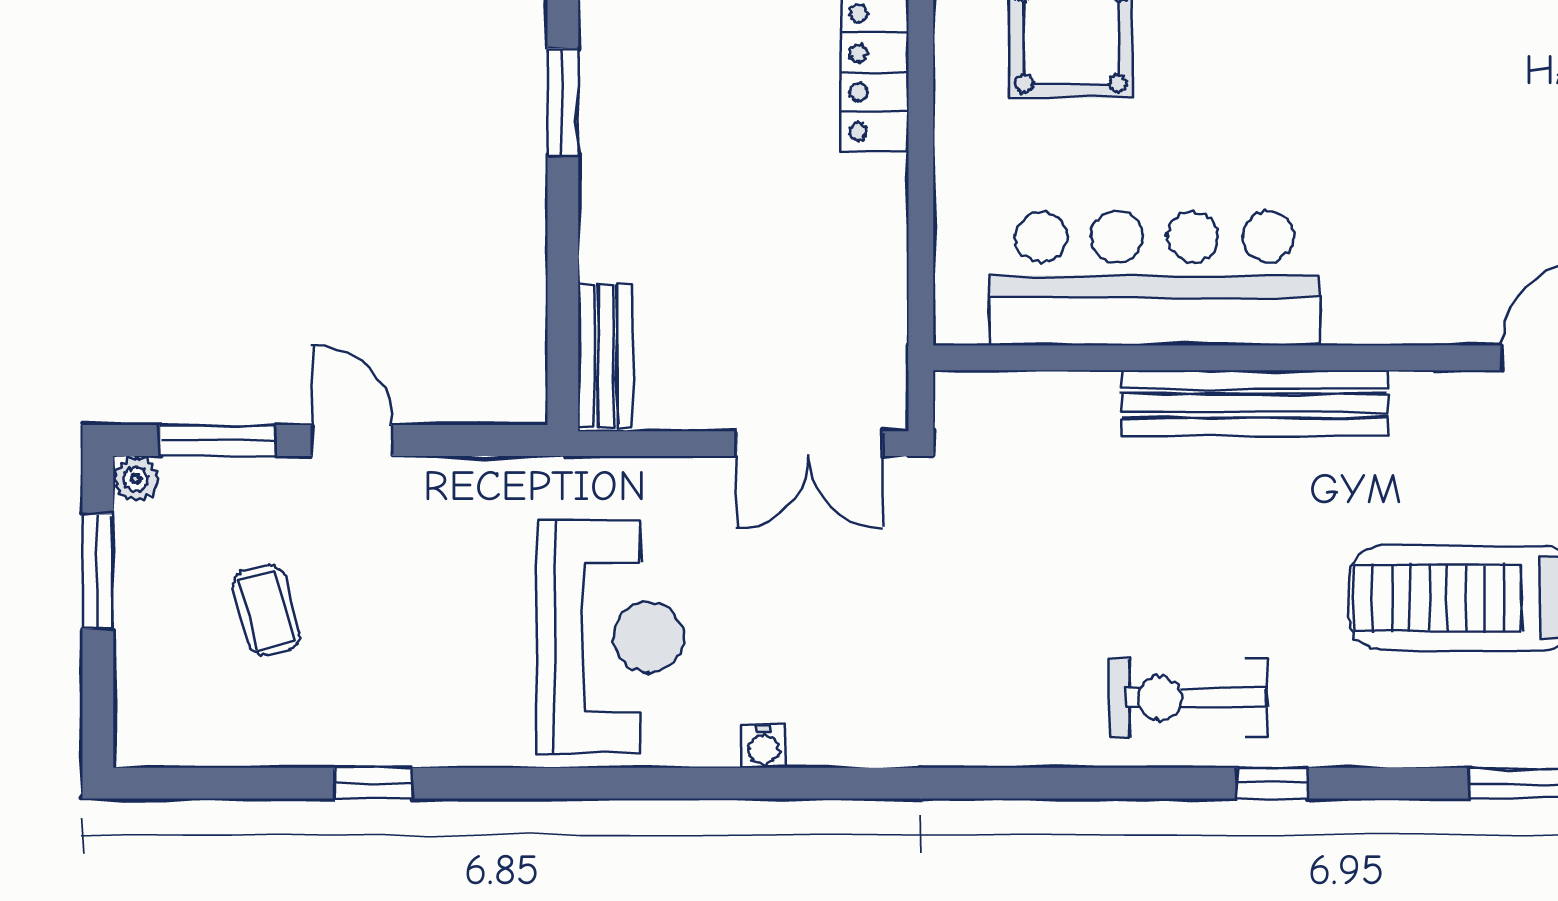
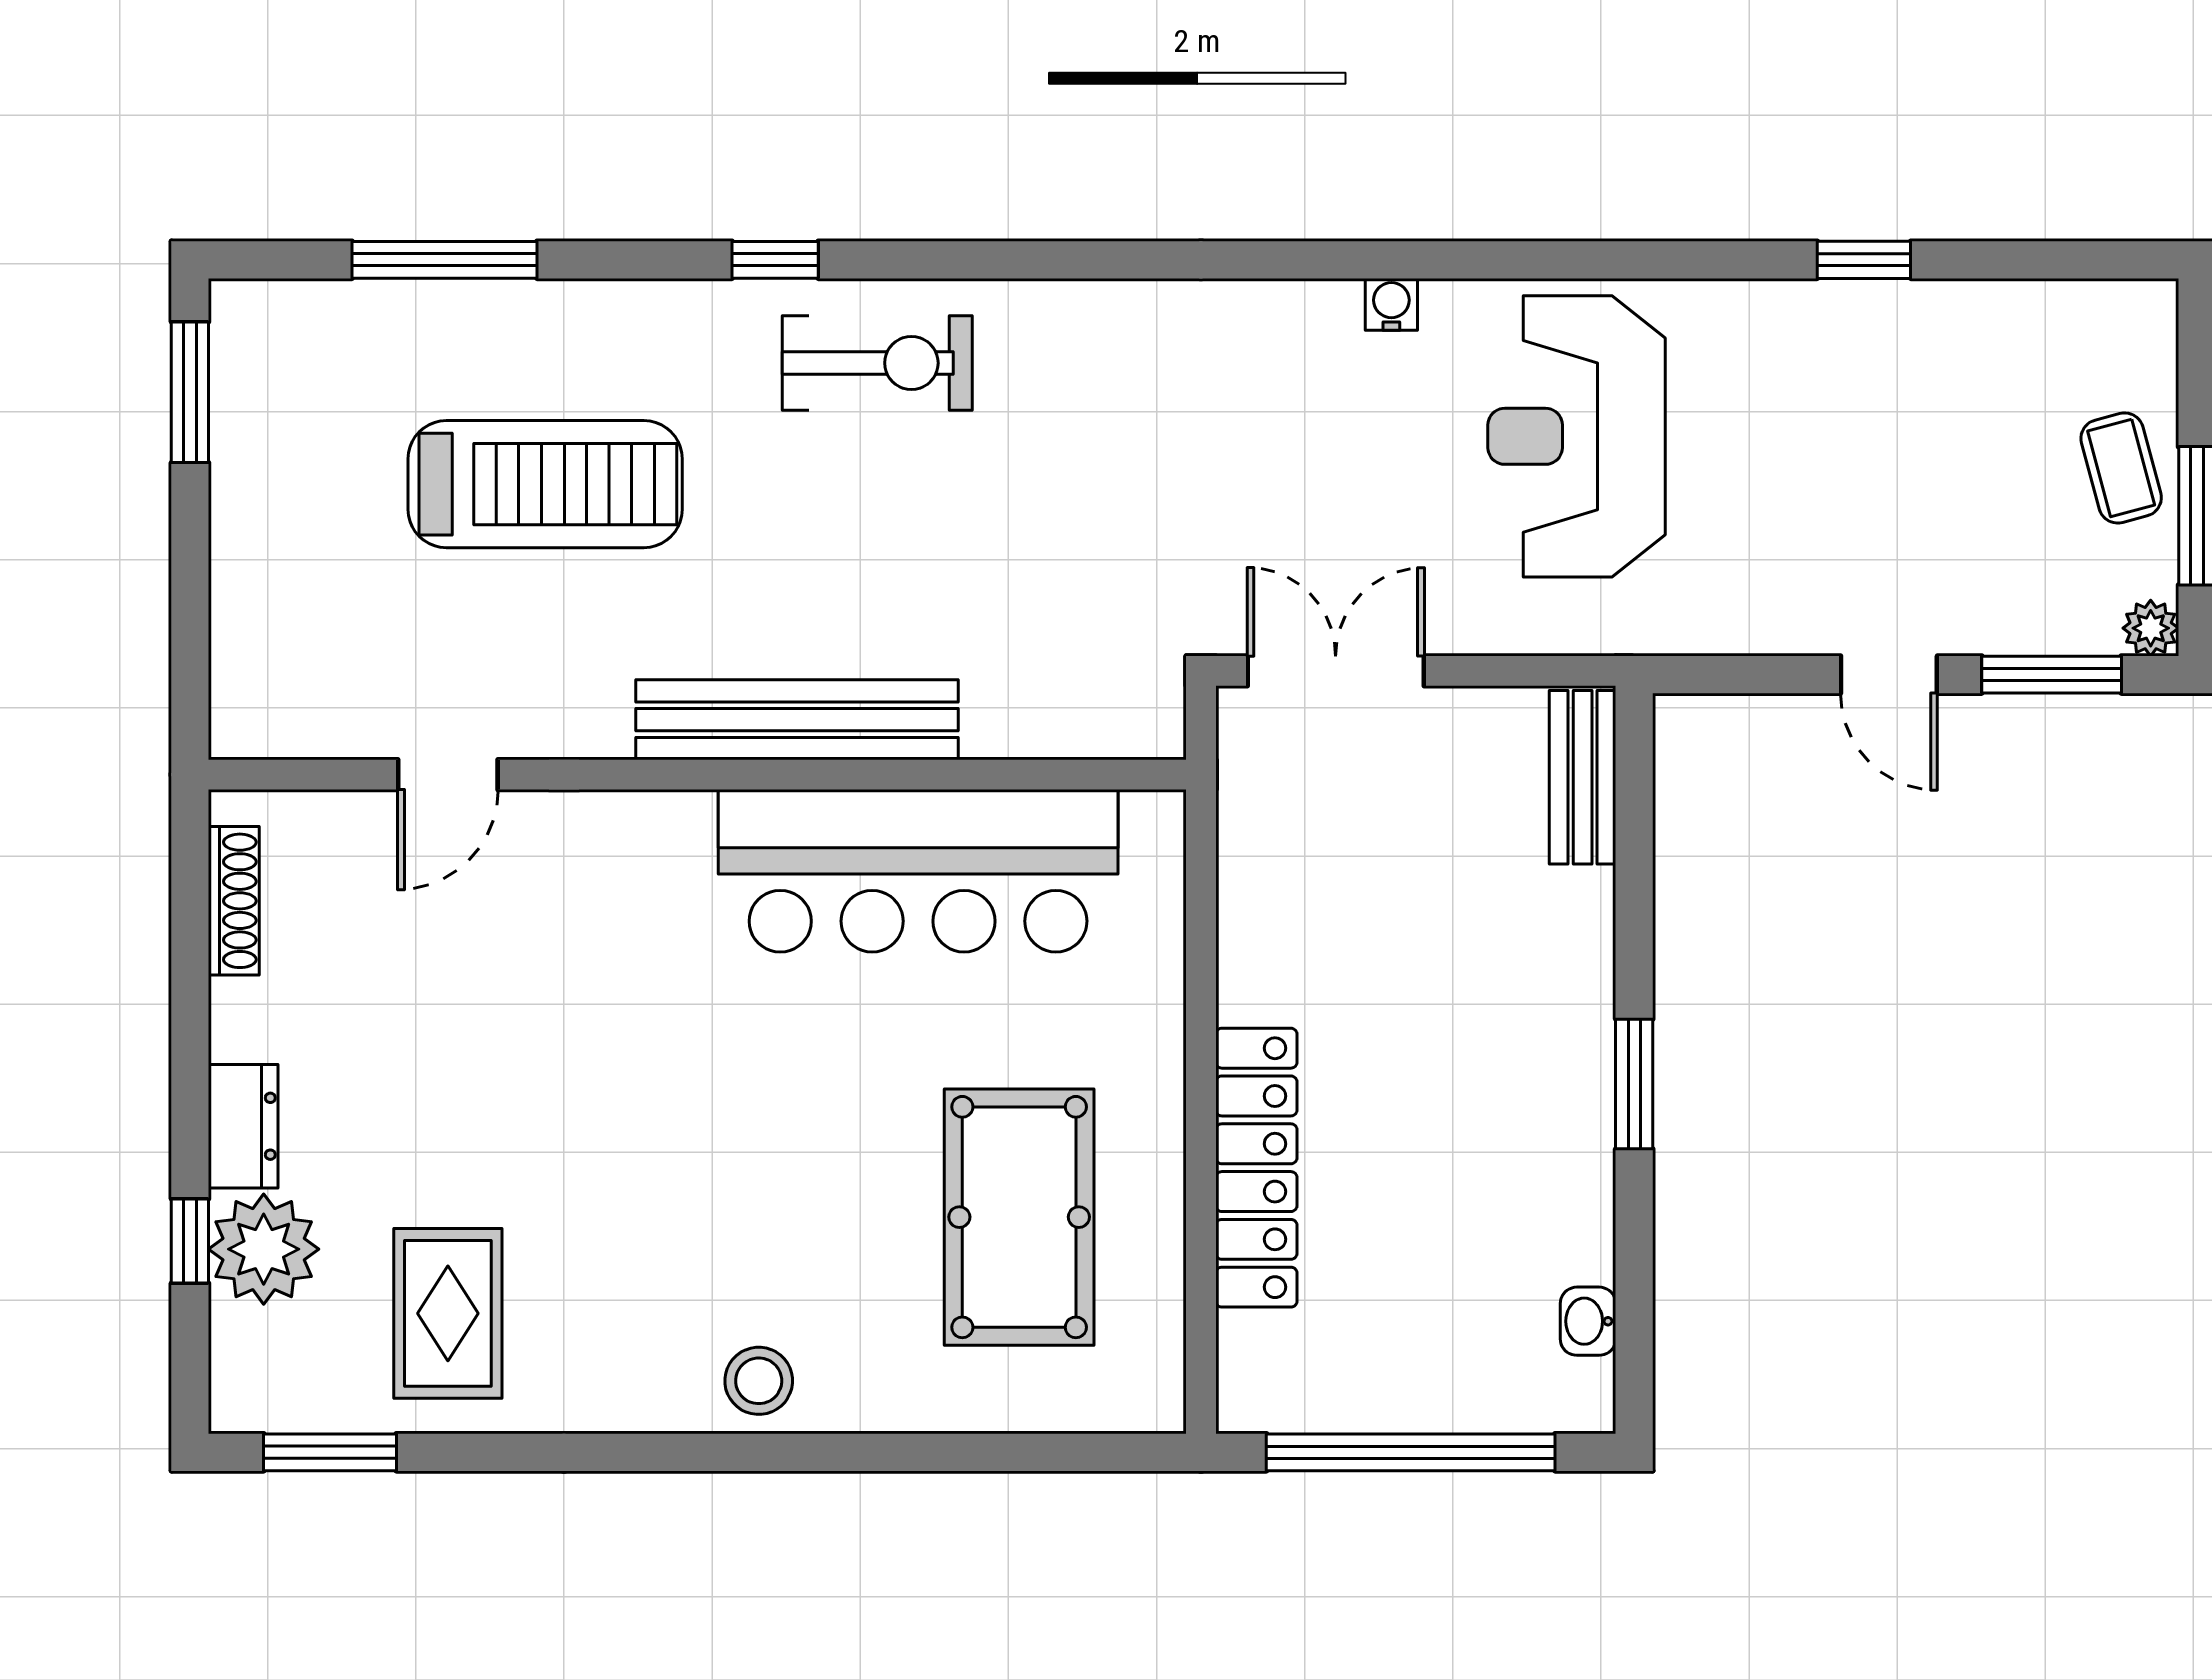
coffee table: (266, 610) -> (2121, 468), moved

